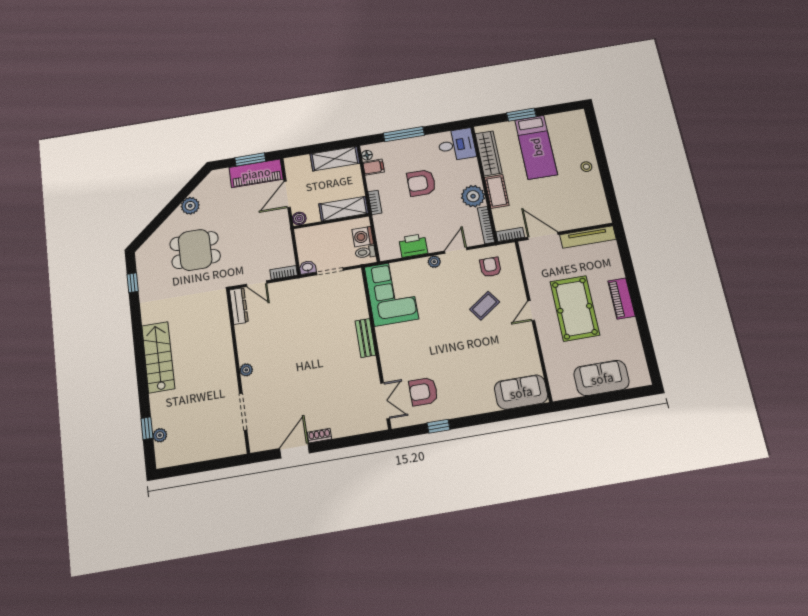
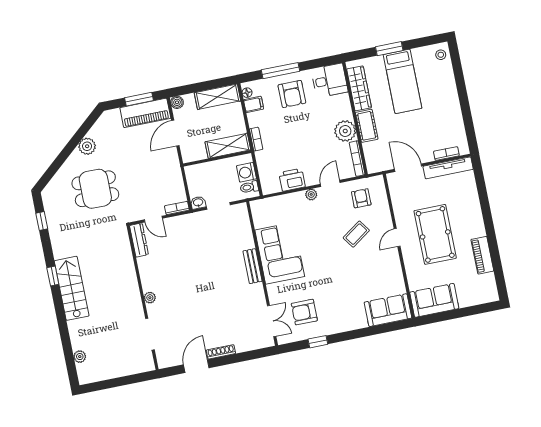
stool: (586, 167) -> (441, 55), moved
armchair: (421, 183) -> (292, 94), moved, turned -90
boiler: (299, 218) -> (177, 102), moved
bookcase: (510, 234) -> (446, 153), moved
corner sofa: (391, 293) -> (280, 253), moved
piano: (622, 299) -> (482, 255), moved
sofa: (602, 378) -> (434, 300), moved
window: (147, 428) -> (53, 276), moved
shoe rack: (319, 436) -> (221, 352), width x1.43

